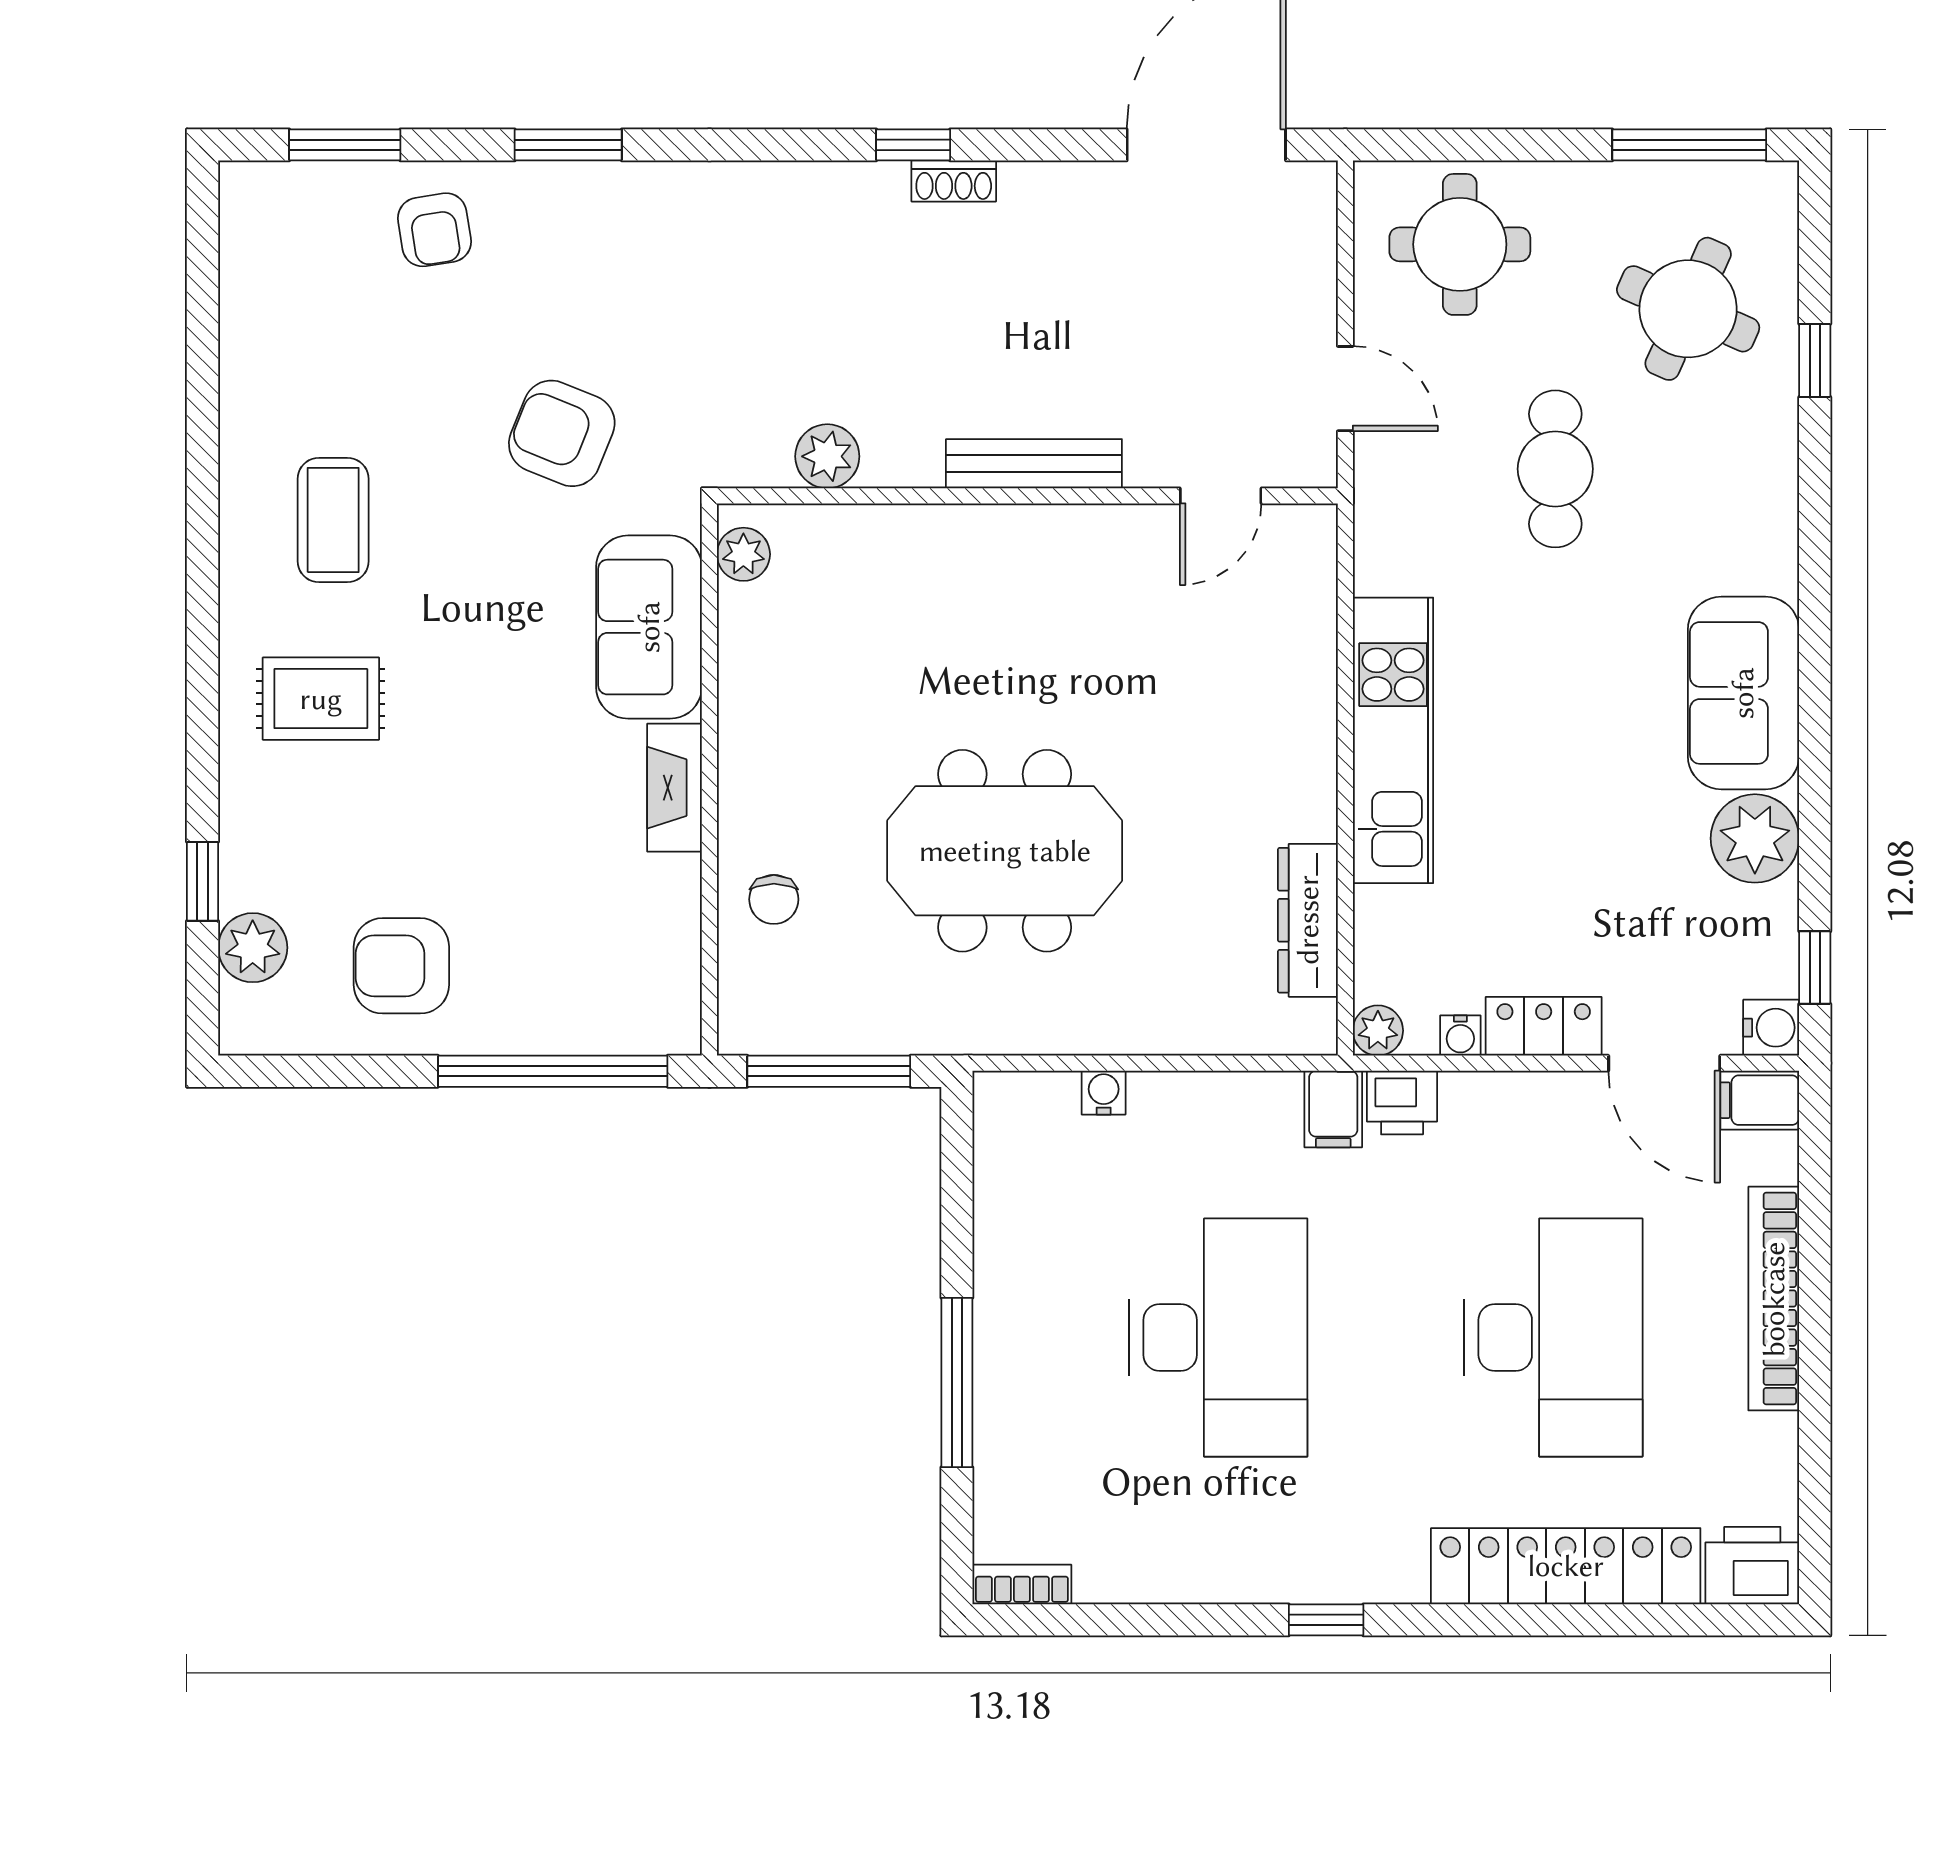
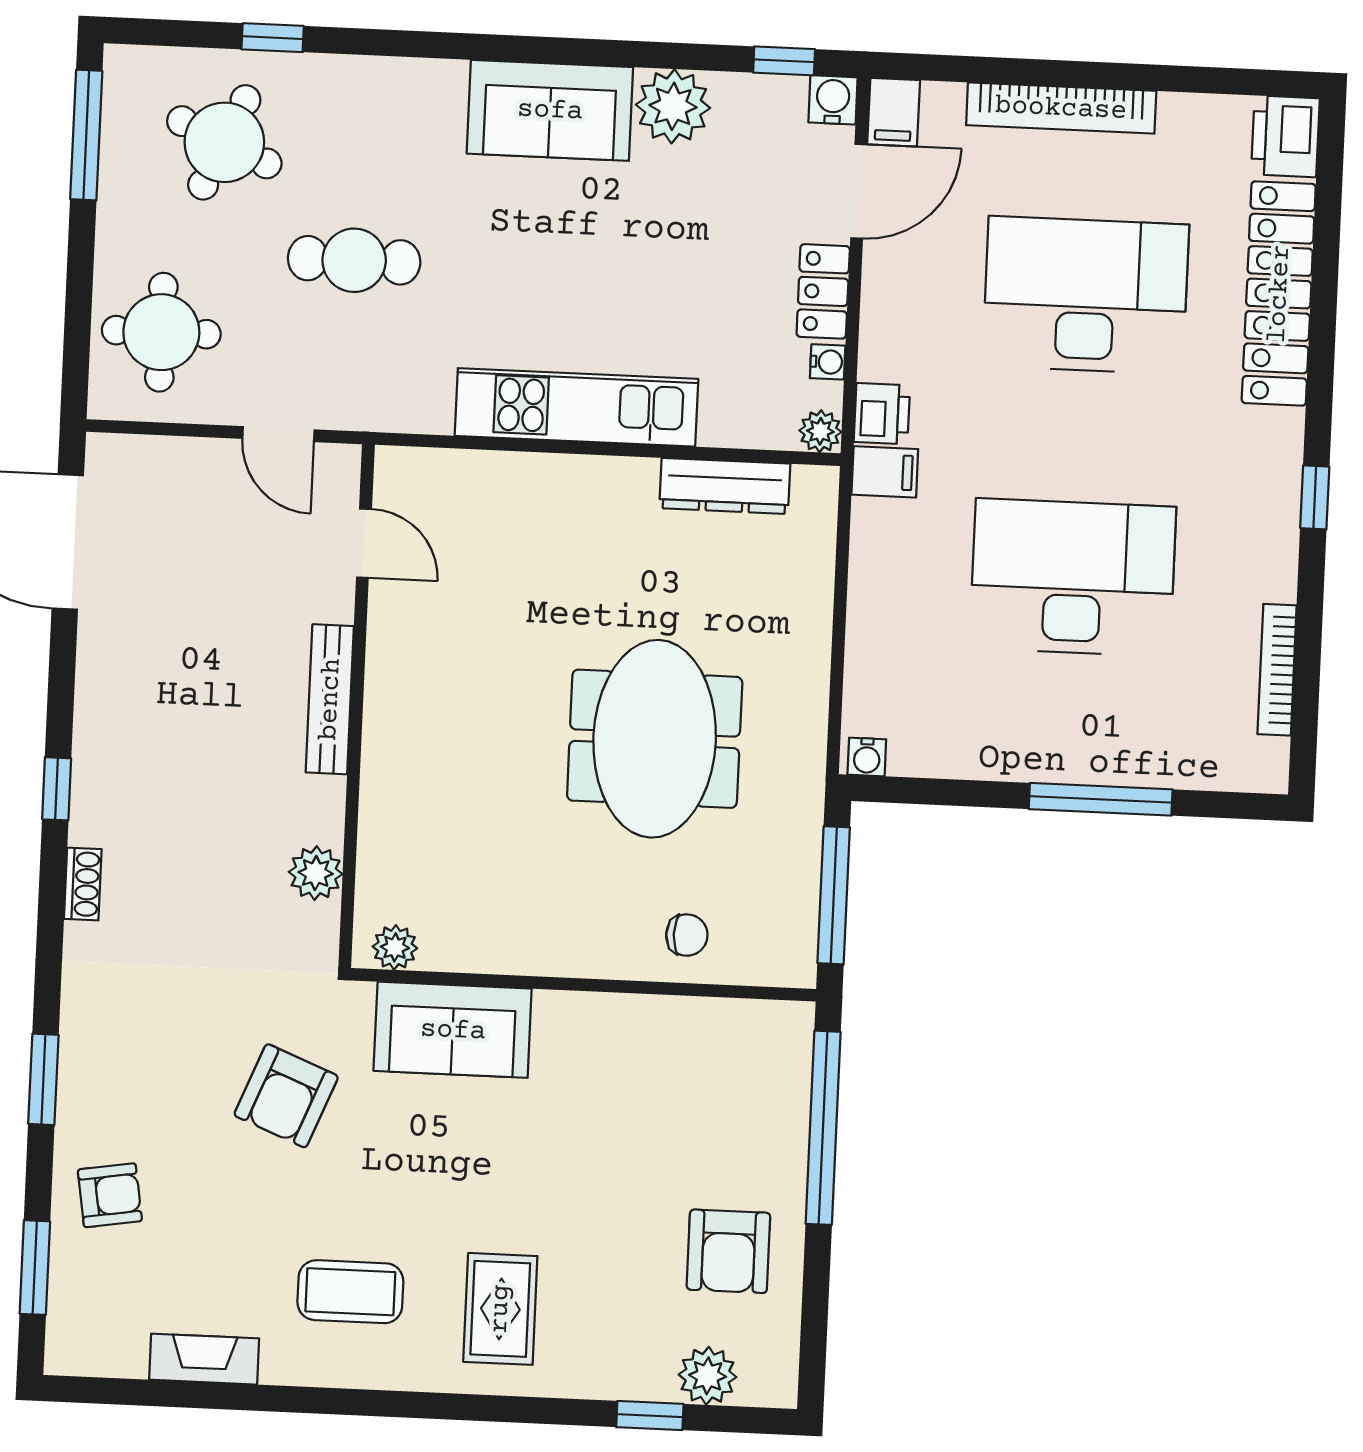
shoe rack: (954, 181) -> (83, 884), moved
door: (1345, 389) -> (278, 434), swing flipped
fireplace: (675, 788) -> (204, 1359), moved, turned 180
water cooler: (1104, 1093) -> (867, 757), moved, turned -90
bookcase: (1022, 1584) -> (1277, 670), moved, width x1.56

